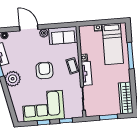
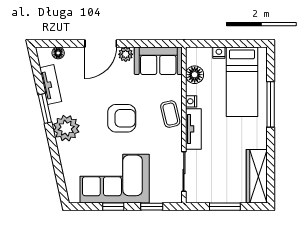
door: (29, 28) -> (101, 44), swing flipped
floor lamp: (85, 42) -> (195, 75), added
armchair: (44, 70) -> (122, 118), turned 90

